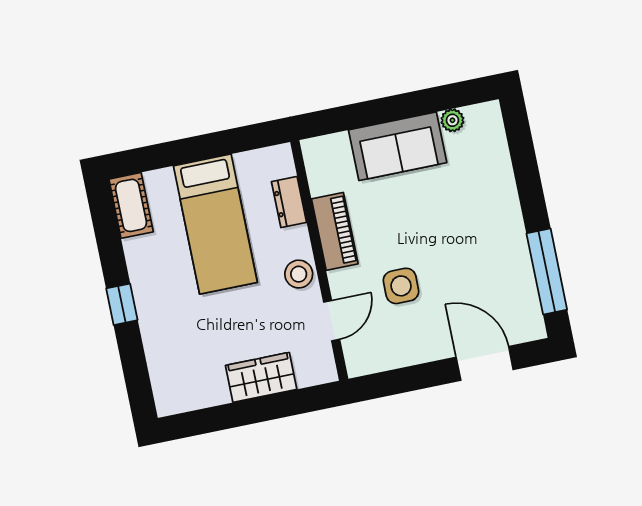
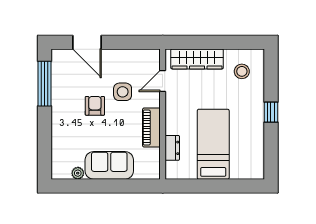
cot: (131, 205) -> (255, 163), removed
armchair: (446, 250) -> (95, 106), added
stool: (299, 274) -> (242, 71), moved
wardrobe: (261, 377) -> (197, 59), width x1.50

